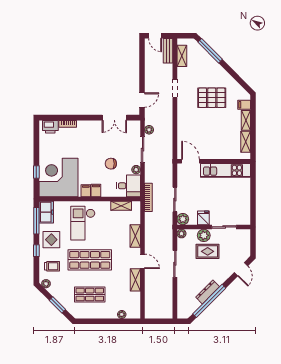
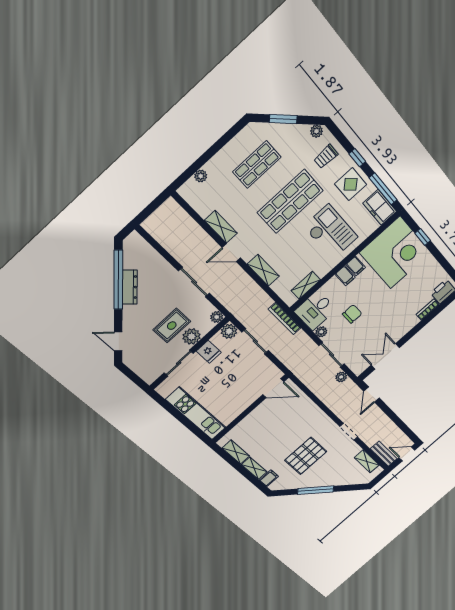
window: (210, 51) -> (316, 490), moved
kitchen unit: (225, 170) -> (196, 413), moved, turned 90

